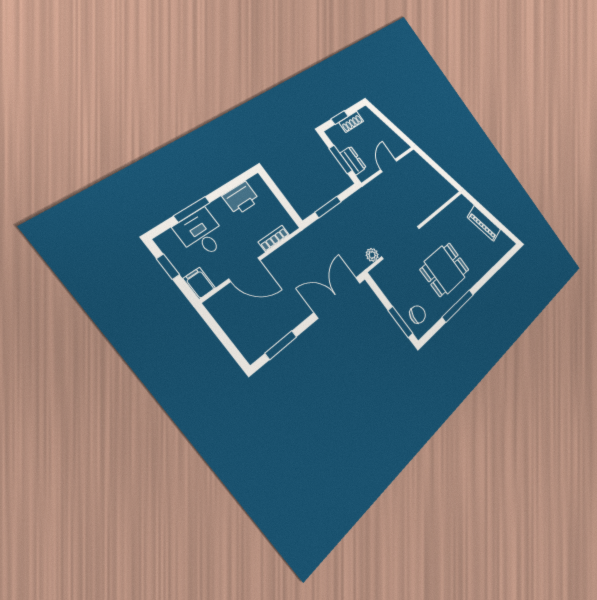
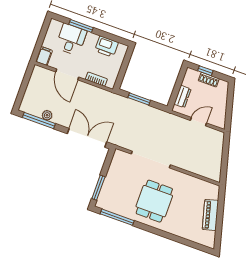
window: (341, 160) -> (177, 88), removed
plant: (372, 255) -> (47, 115), moved
window: (168, 267) -> (42, 35), removed
dining table: (445, 270) -> (154, 201), turned 90
window: (458, 306) -> (117, 217), moved
chair: (418, 314) -> (111, 197), removed
window: (281, 345) -> (39, 120), width x1.44

